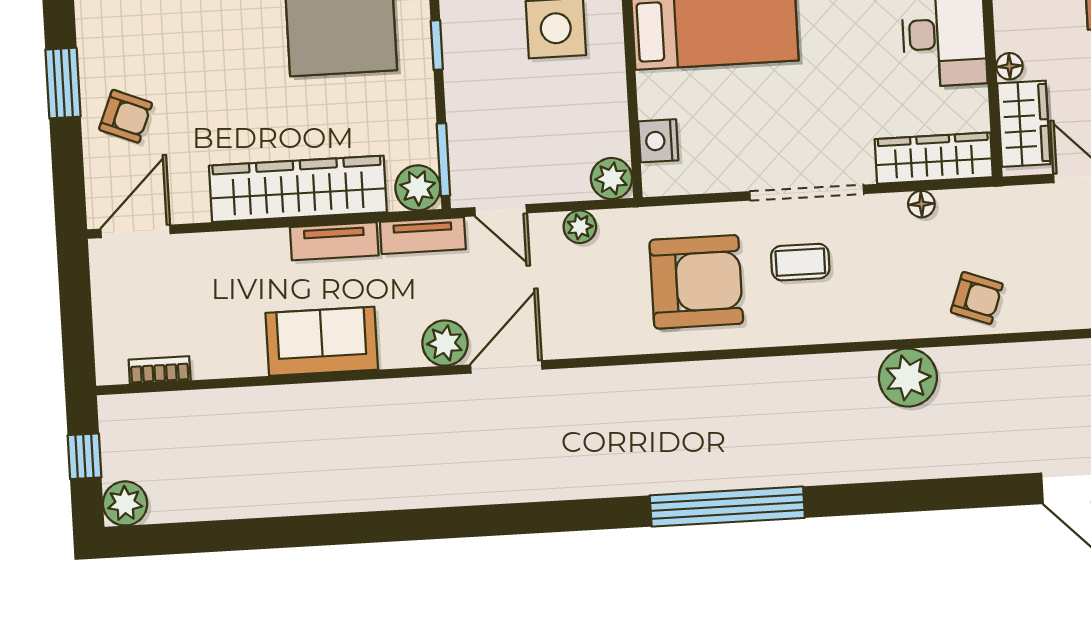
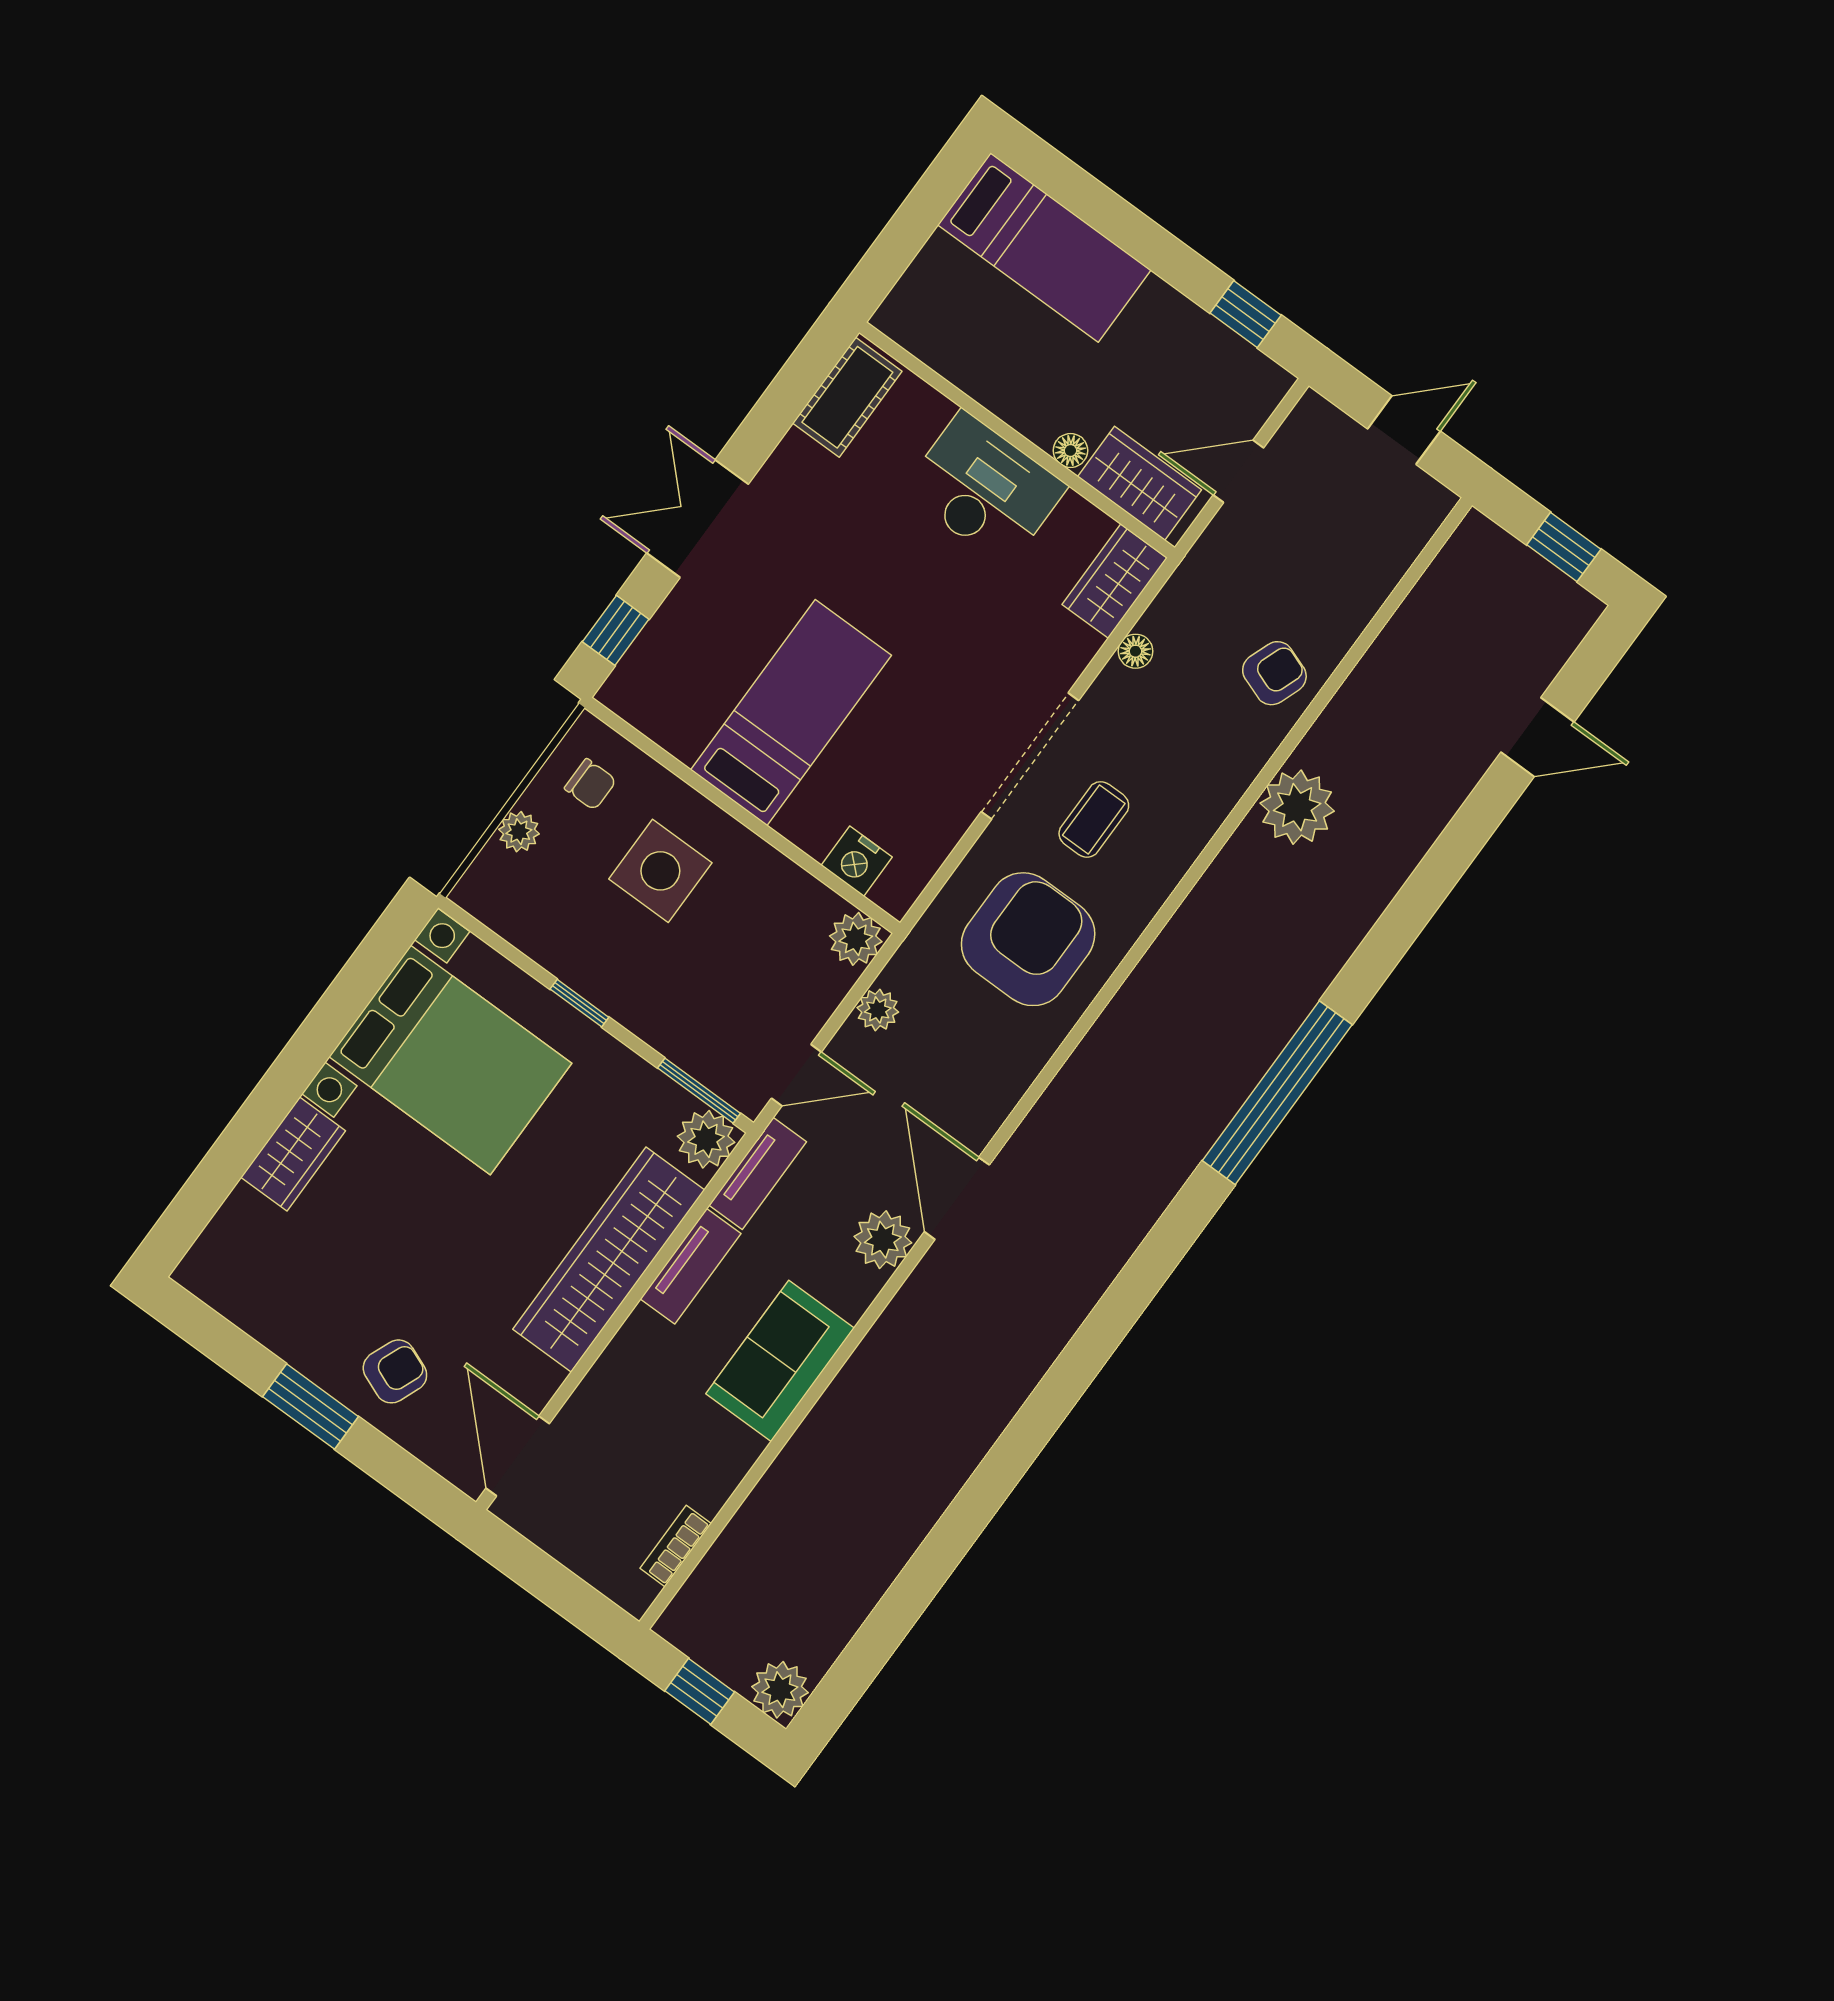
wardrobe: (934, 158) -> (1115, 581), width x0.67

